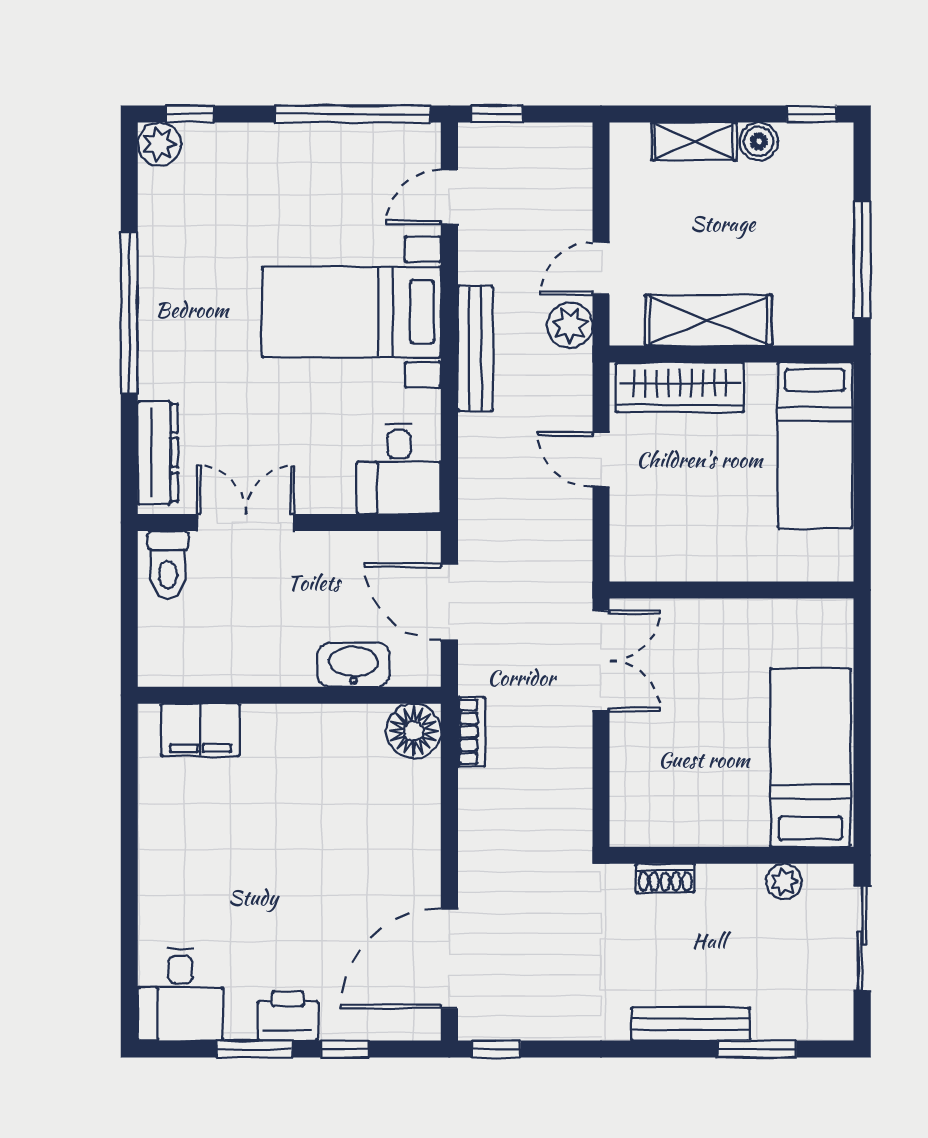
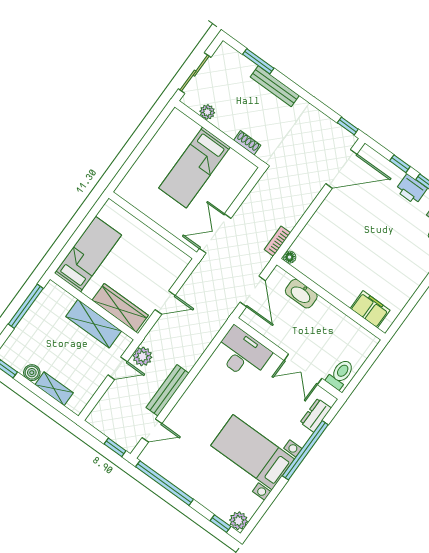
bed with nightstands: (351, 312) -> (253, 452), moved, turned 180
window: (129, 313) -> (305, 450), moved
bench: (475, 348) -> (167, 390), moved
dresser: (158, 452) -> (316, 415), width x0.70
door: (601, 460) -> (165, 303), hinge flipped
desk: (399, 469) -> (242, 354), width x1.37
floor lamp: (414, 731) -> (290, 257), width x0.53, depth x0.53
bed: (810, 758) -> (194, 168), moved

